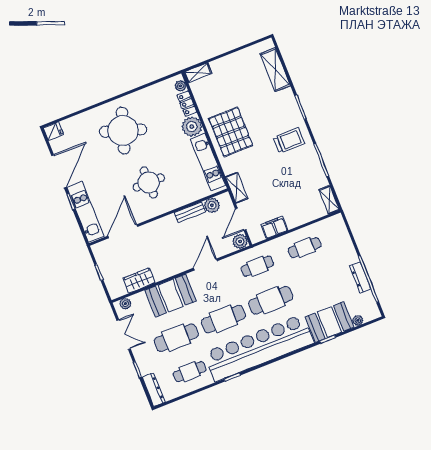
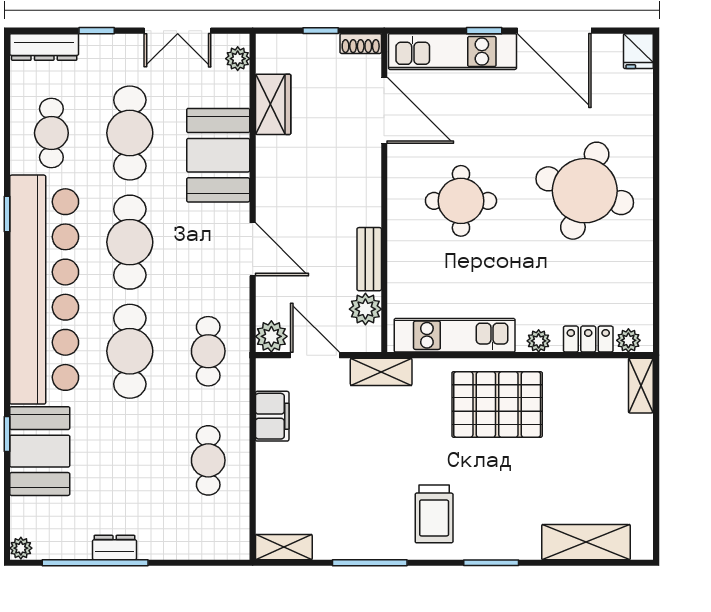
plant: (192, 127) -> (539, 341), width x0.53, depth x0.53
shoe rack: (98, 253) -> (361, 44), added
dresser: (360, 277) -> (115, 548), width x0.70
plant: (358, 320) -> (21, 548), moved

